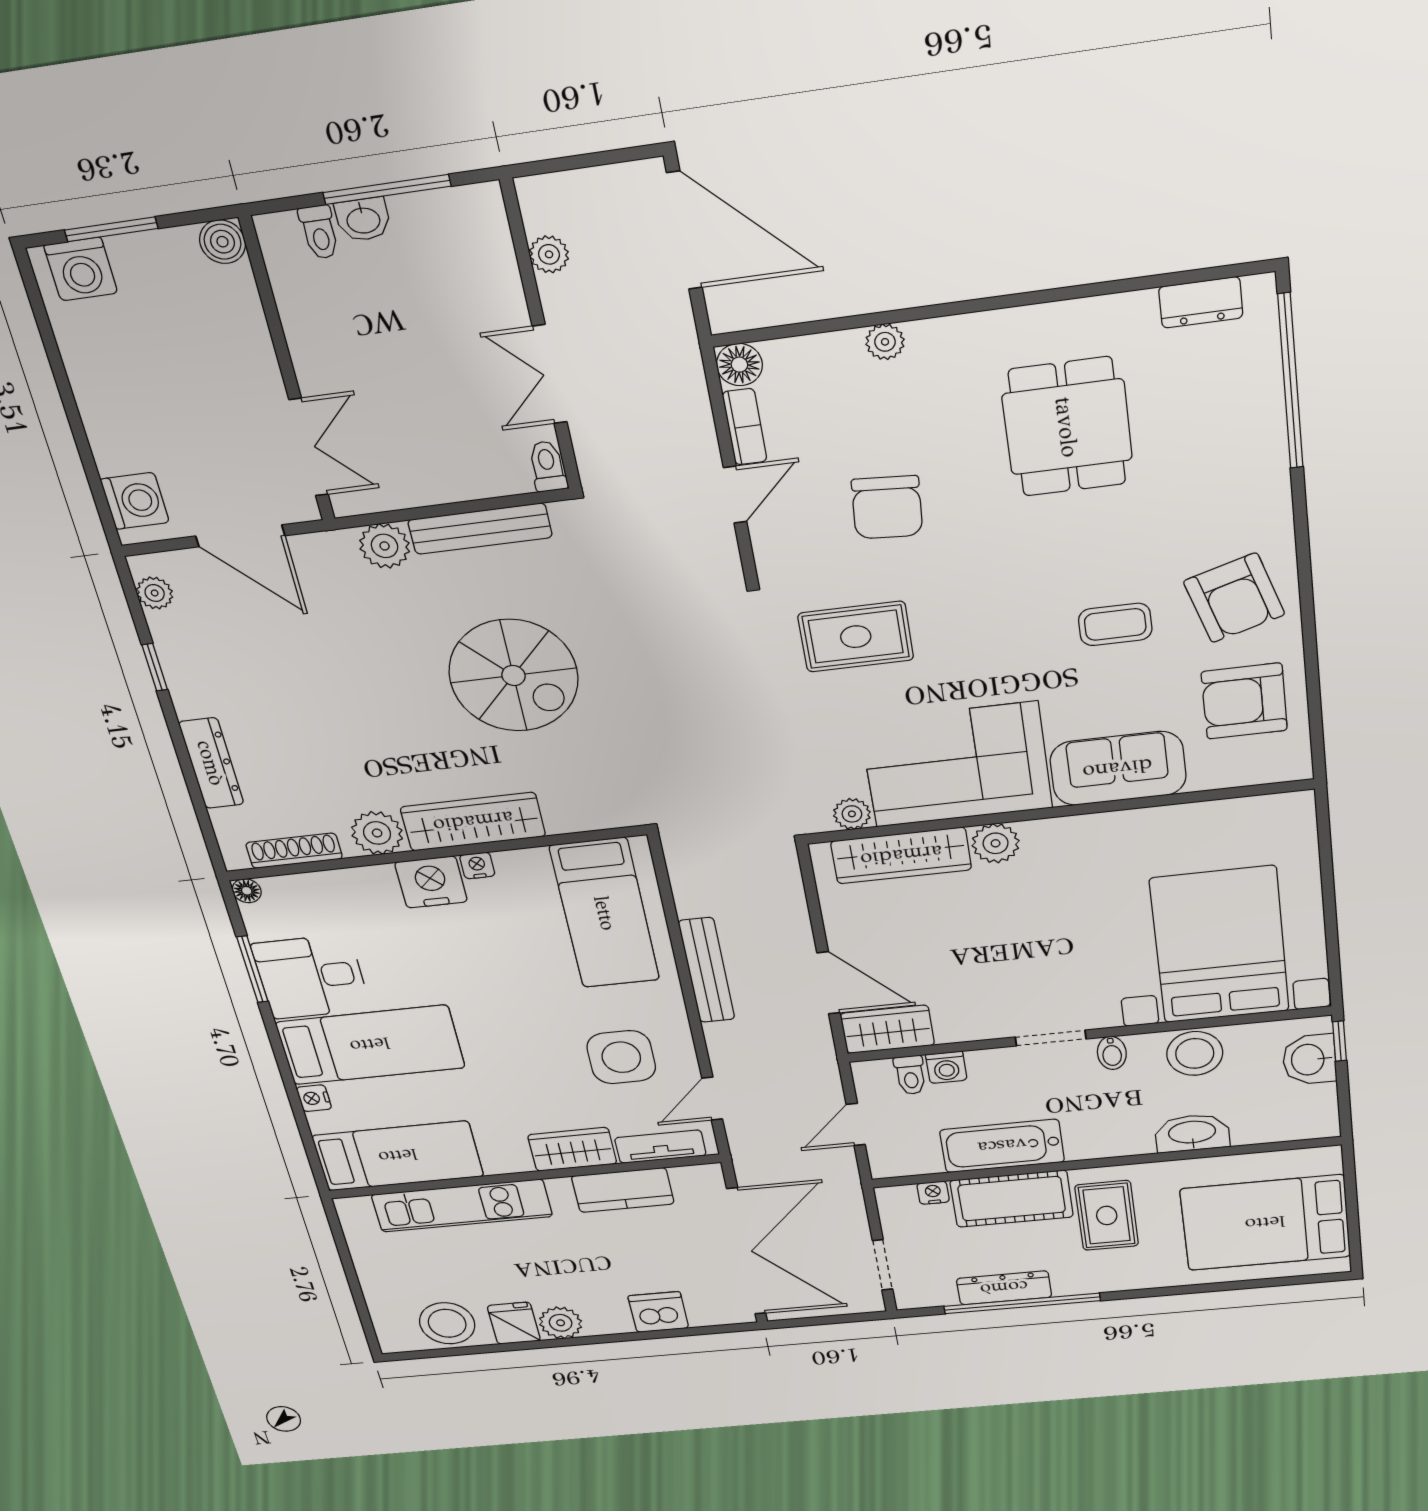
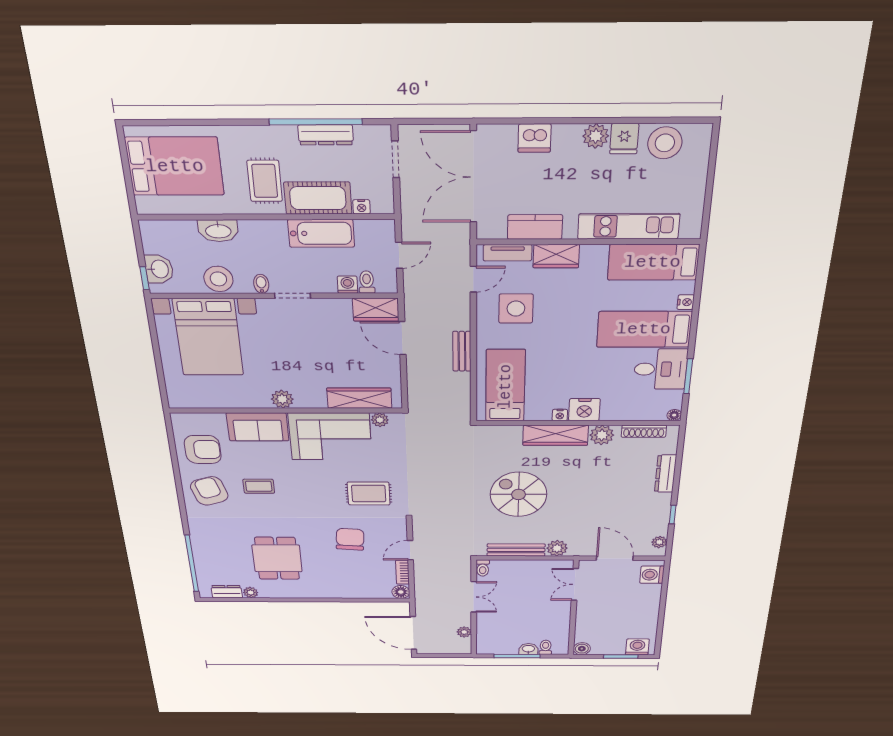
plant: (885, 342) -> (251, 592), moved
plant: (996, 843) -> (282, 399), moved
bench: (707, 970) -> (462, 351), width x0.73

